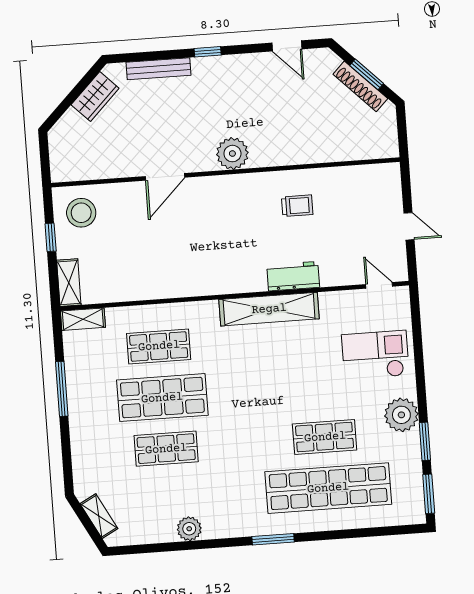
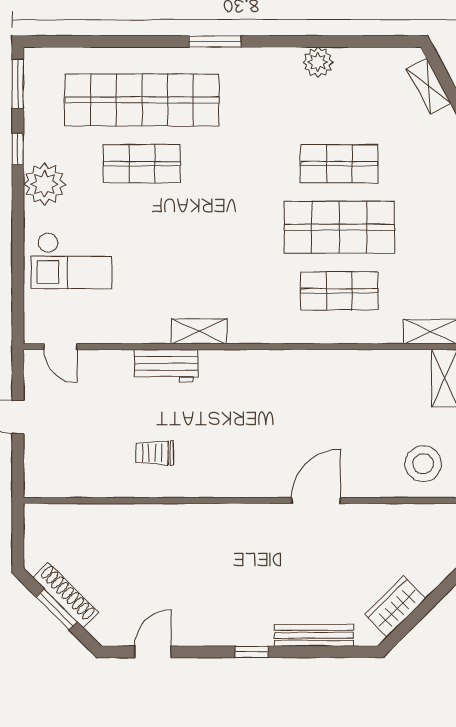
door: (287, 46) -> (153, 652), hinge flipped
plant: (232, 154) -> (230, 523), removed
shelving: (269, 309) -> (199, 331), width x0.45, depth x0.75
window: (425, 441) -> (18, 149), width x0.67

